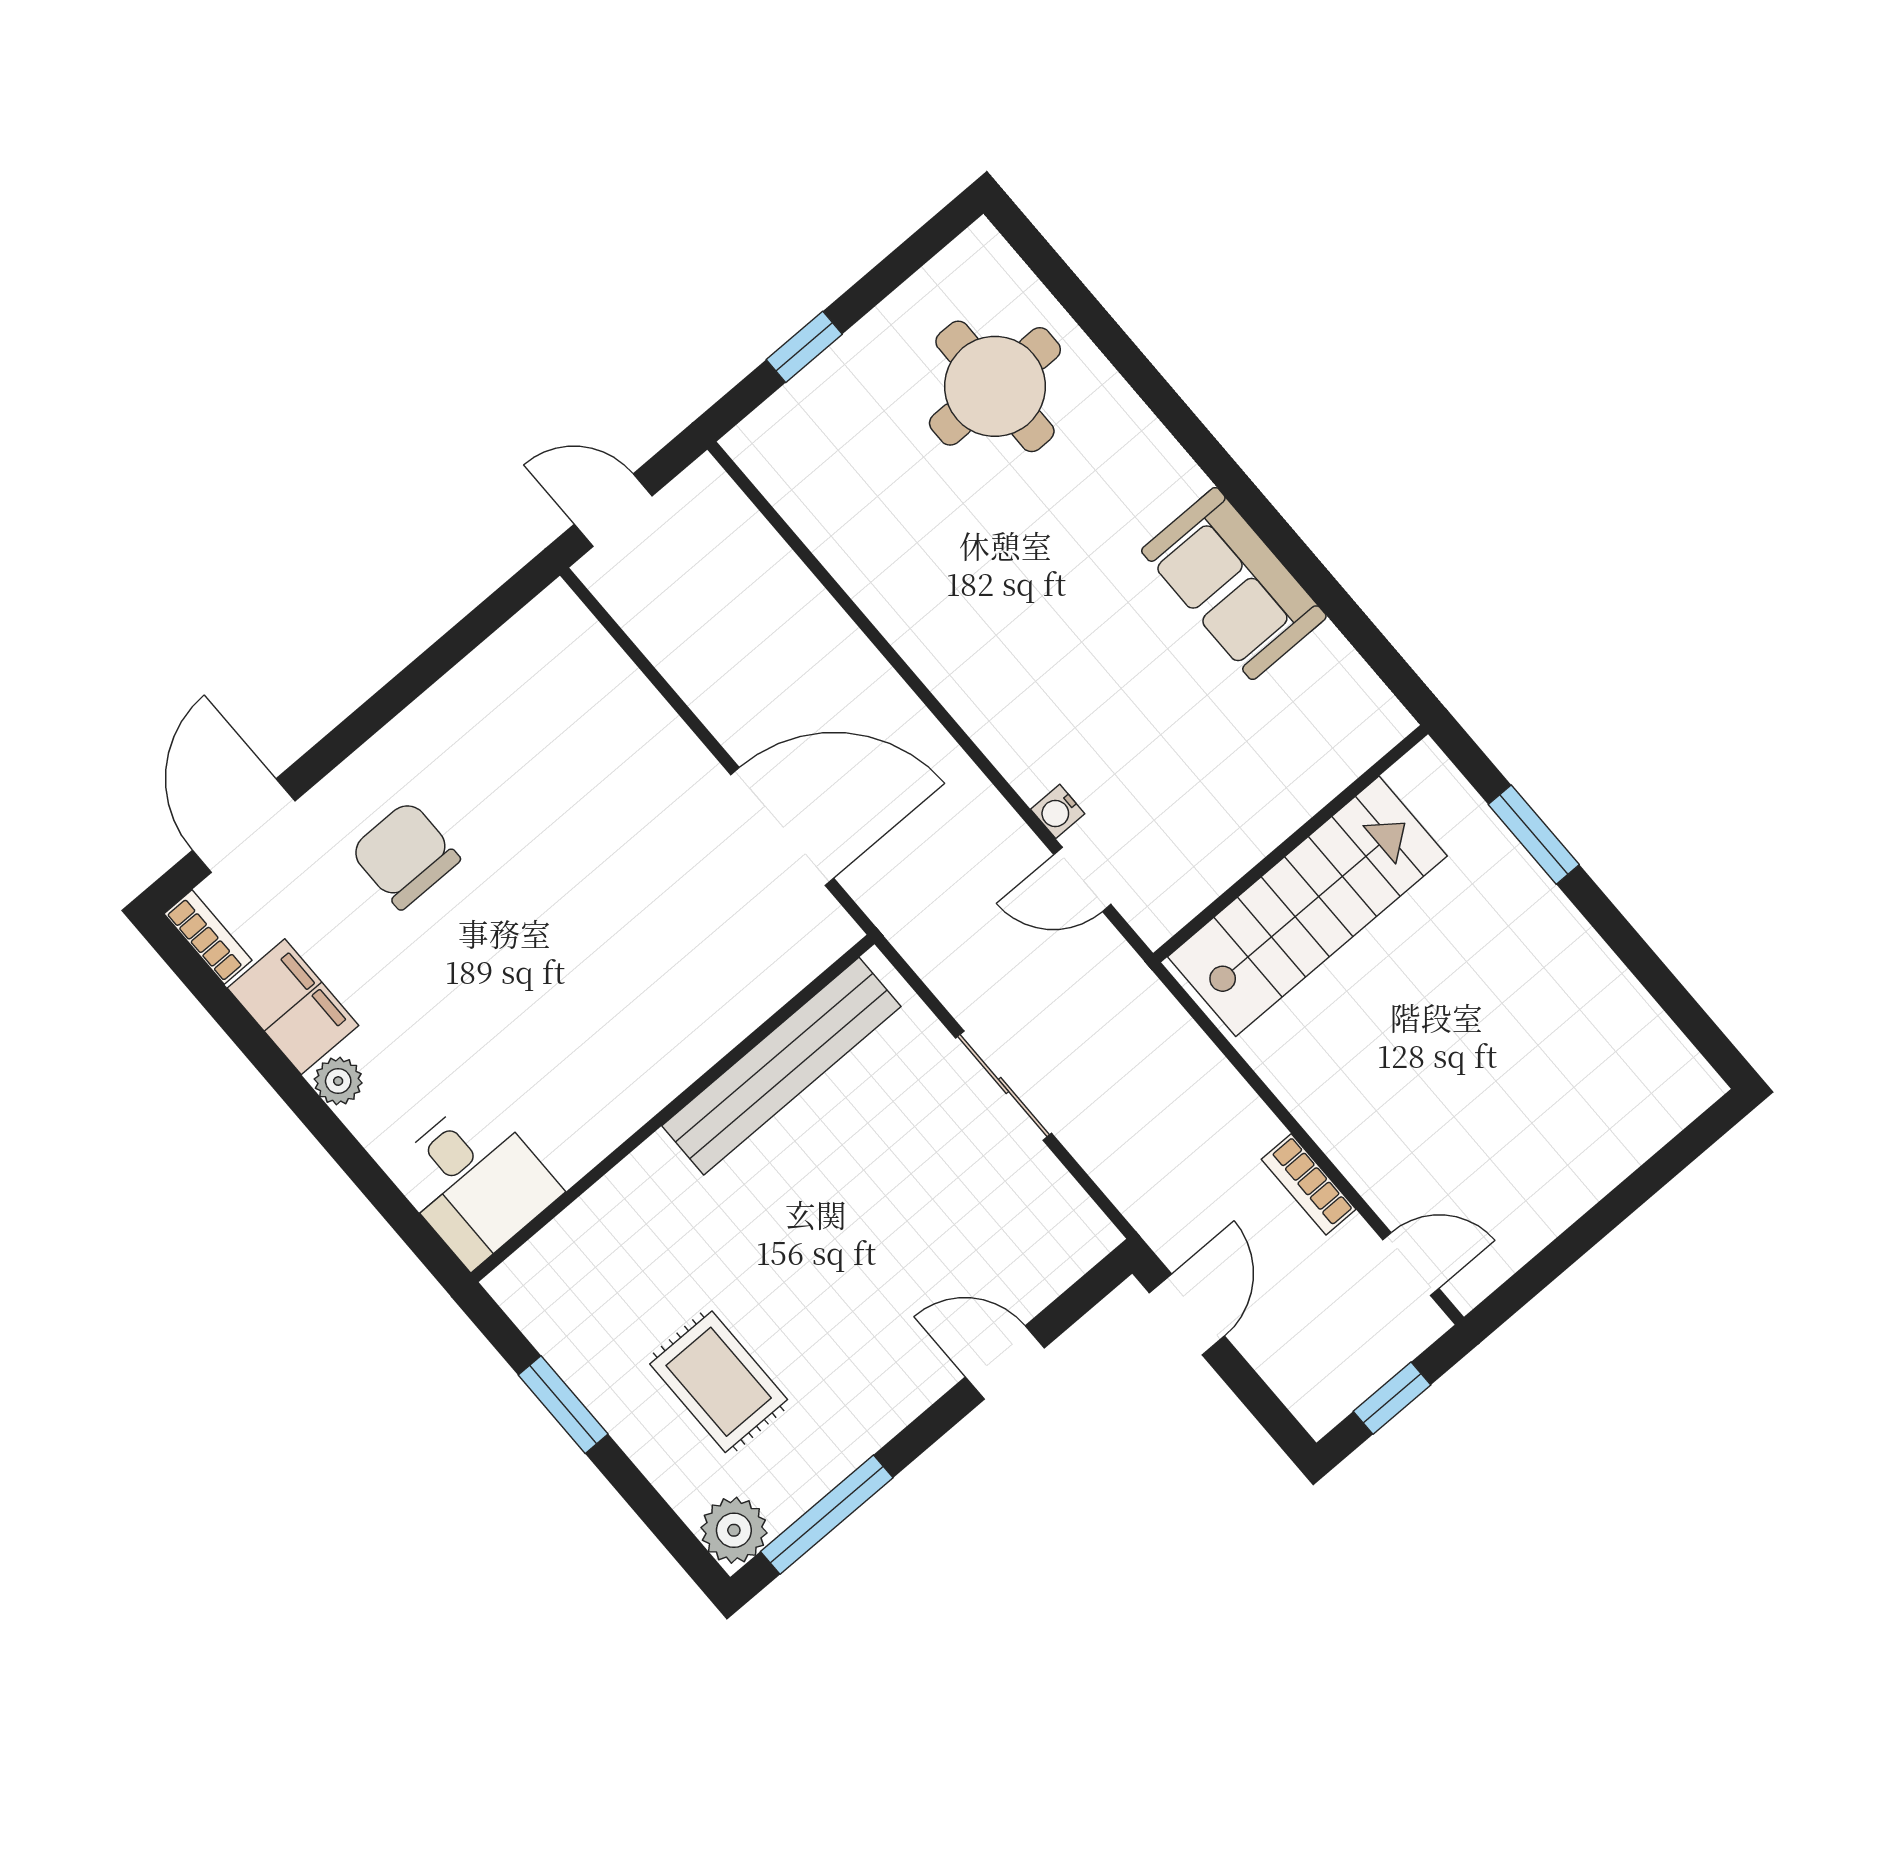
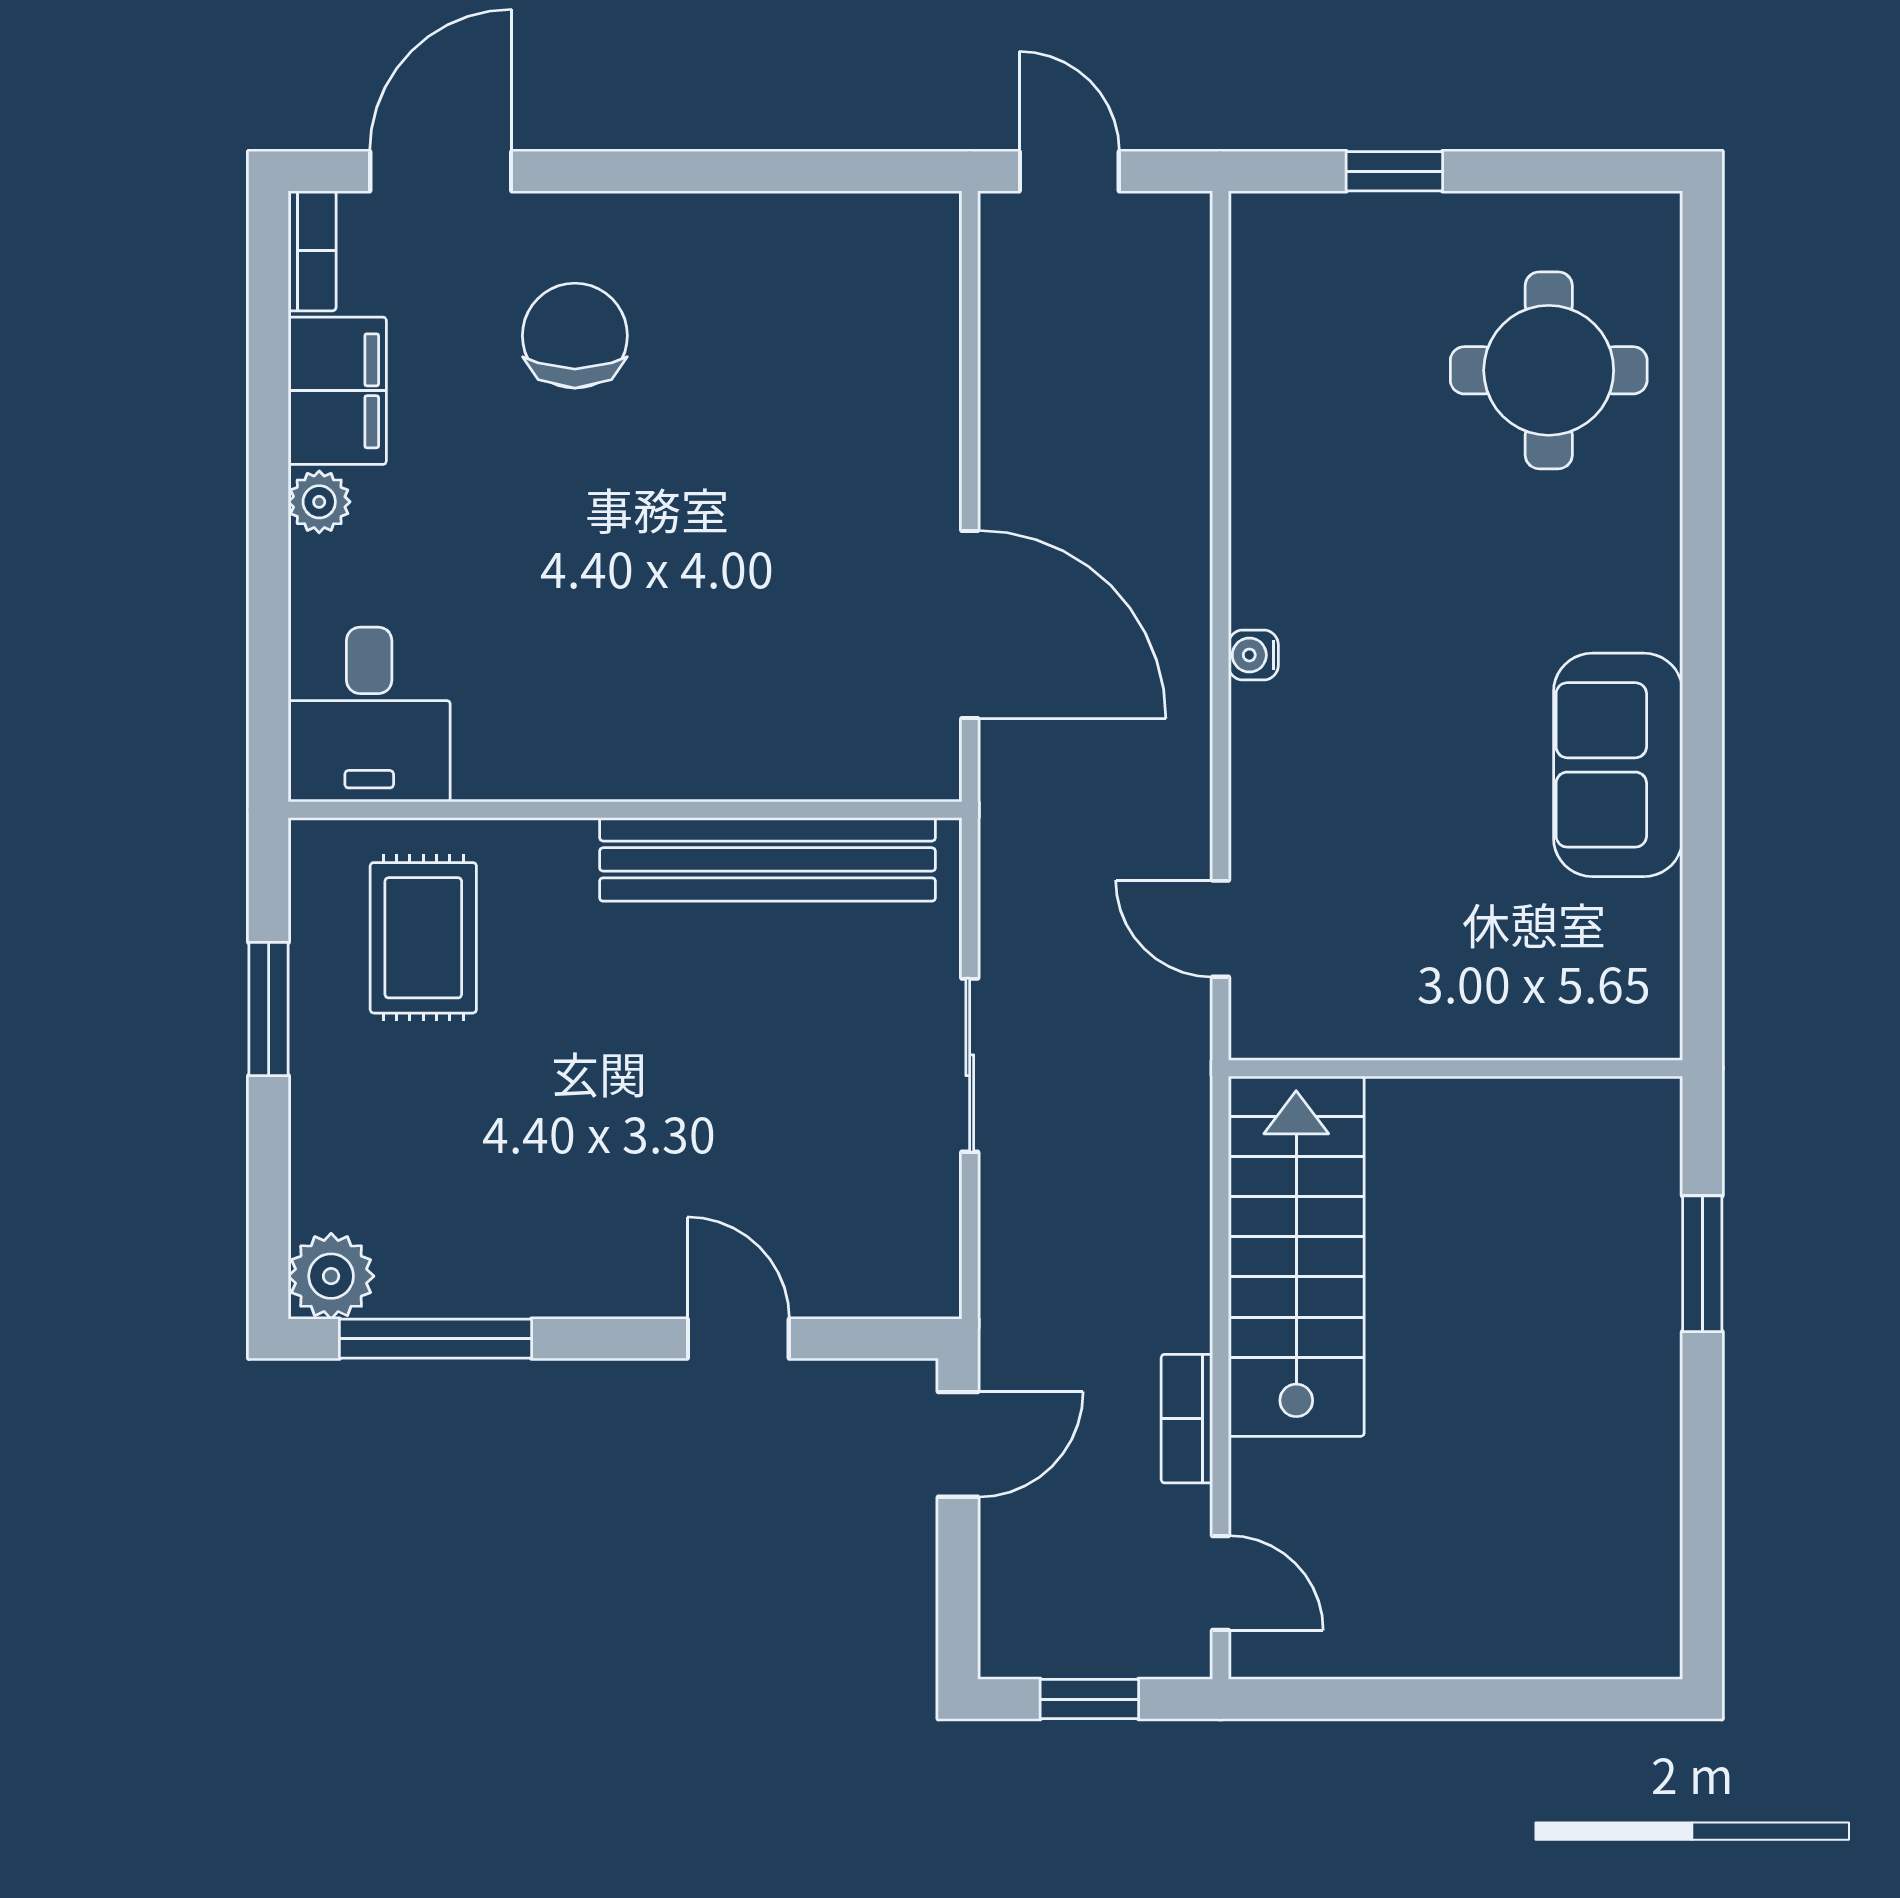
water cooler: (1058, 811) -> (1253, 655), moved
stairs: (1307, 906) -> (1296, 1256), moved, turned -90
rug: (719, 1382) -> (423, 938), moved

